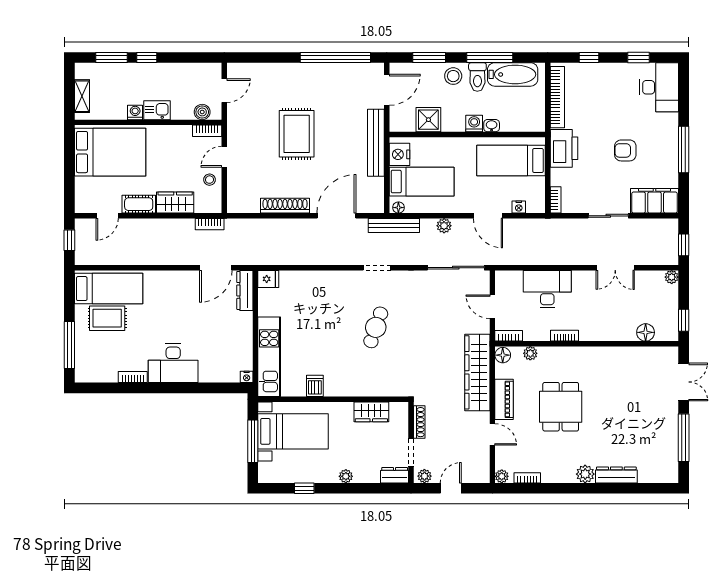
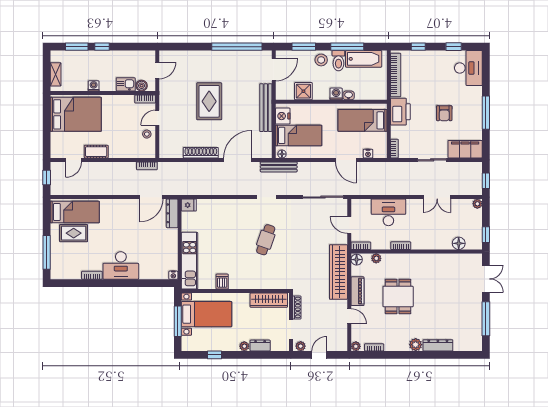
kitchen sink: (157, 110) -> (126, 84), moved
armchair: (625, 150) -> (444, 113), turned -90
wardrobe: (175, 202) -> (122, 150), removed
plant: (444, 226) -> (315, 167), removed
wardrobe: (371, 412) -> (269, 300), width x1.50
dresser: (395, 475) -> (260, 346), moved

